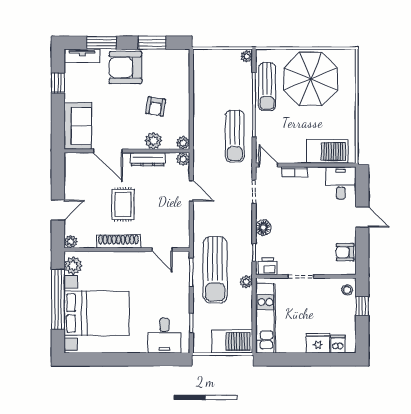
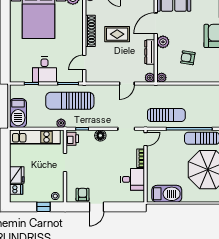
sun lounger: (235, 136) -> (166, 115), turned 180
plant: (153, 141) -> (163, 42), moved
barbecue: (327, 152) -> (167, 194), moved, turned -90
desk: (341, 183) -> (133, 179), moved
door: (362, 217) -> (96, 207), moved
desk: (164, 336) -> (44, 70), moved, turned -90

